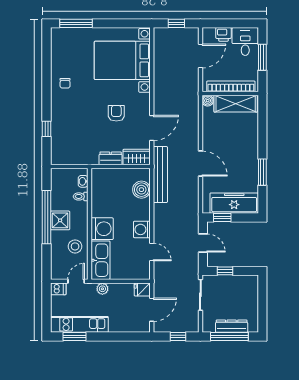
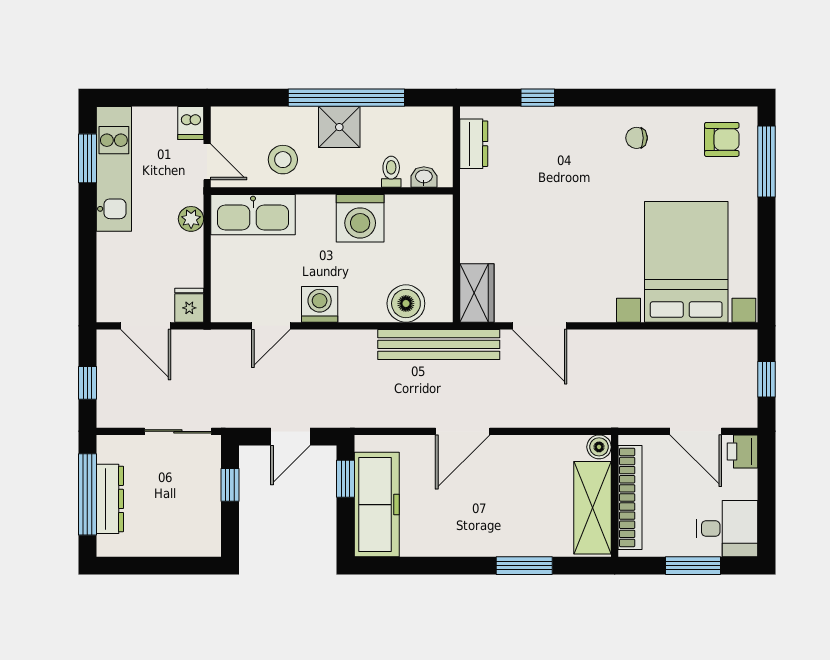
printer: (223, 34) -> (743, 451), moved
armchair: (116, 113) -> (722, 139), moved
dresser: (111, 158) -> (474, 144), moved
window: (262, 172) -> (524, 566), moved
washing machine: (102, 229) -> (360, 218), moved

